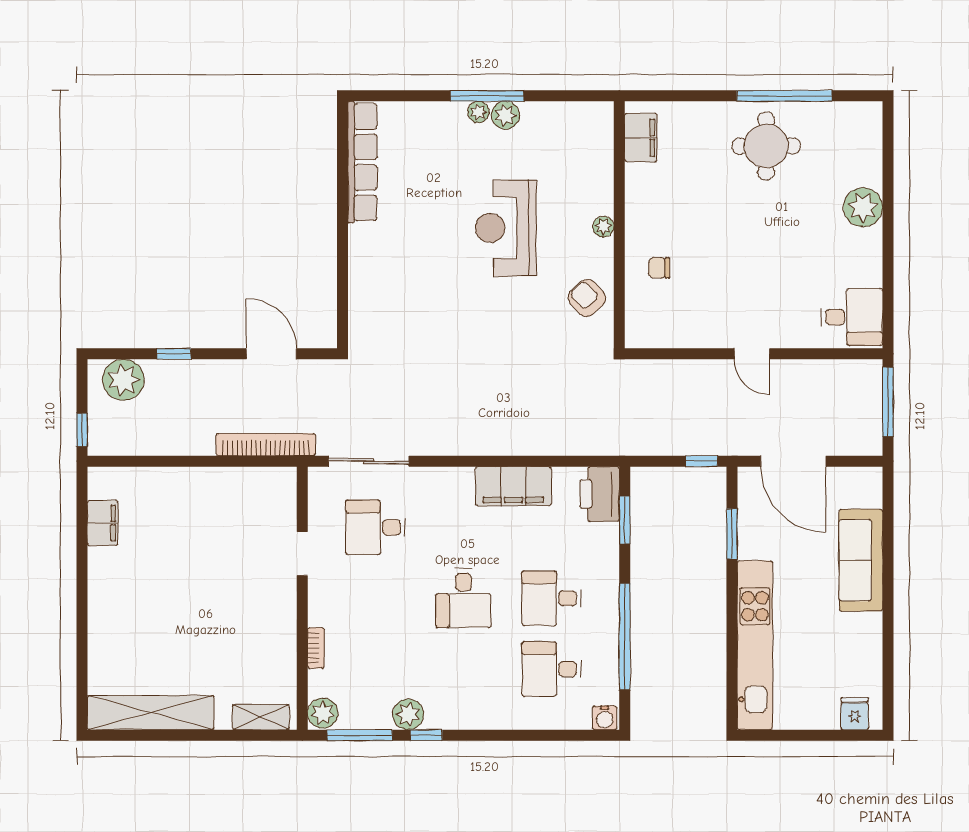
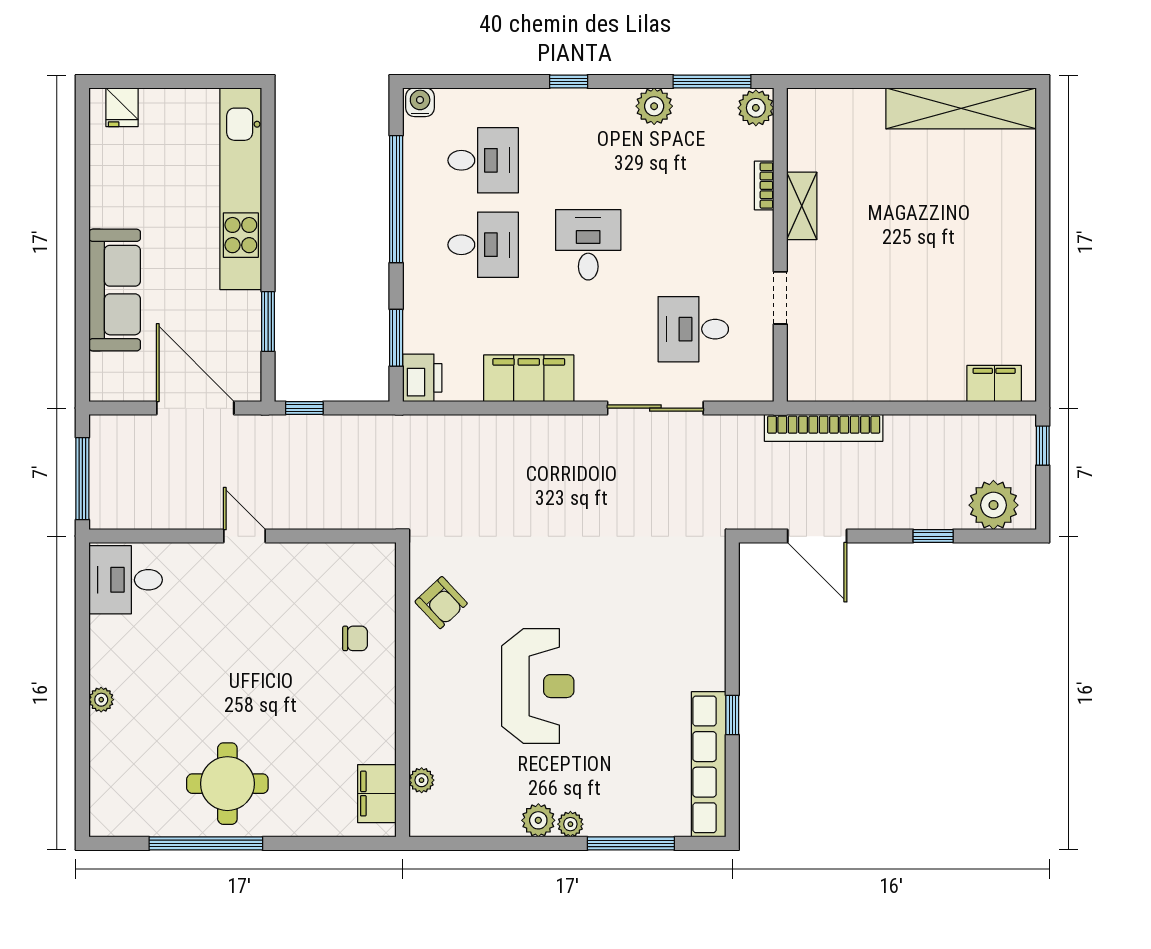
window: (487, 96) -> (631, 843), moved
window: (343, 204) -> (732, 715), added
plant: (863, 207) -> (101, 700), width x0.53, depth x0.53
plant: (603, 227) -> (422, 780), moved
sliding door: (369, 461) -> (655, 408), moved
printer: (600, 494) -> (422, 378), width x0.73, depth x0.84
filing cabinet: (103, 523) -> (994, 384), moved, turned 90
desk: (375, 527) -> (693, 329), turned 180
shelving: (261, 717) -> (802, 206), moved, turned 90
window: (426, 735) -> (569, 81), moved

